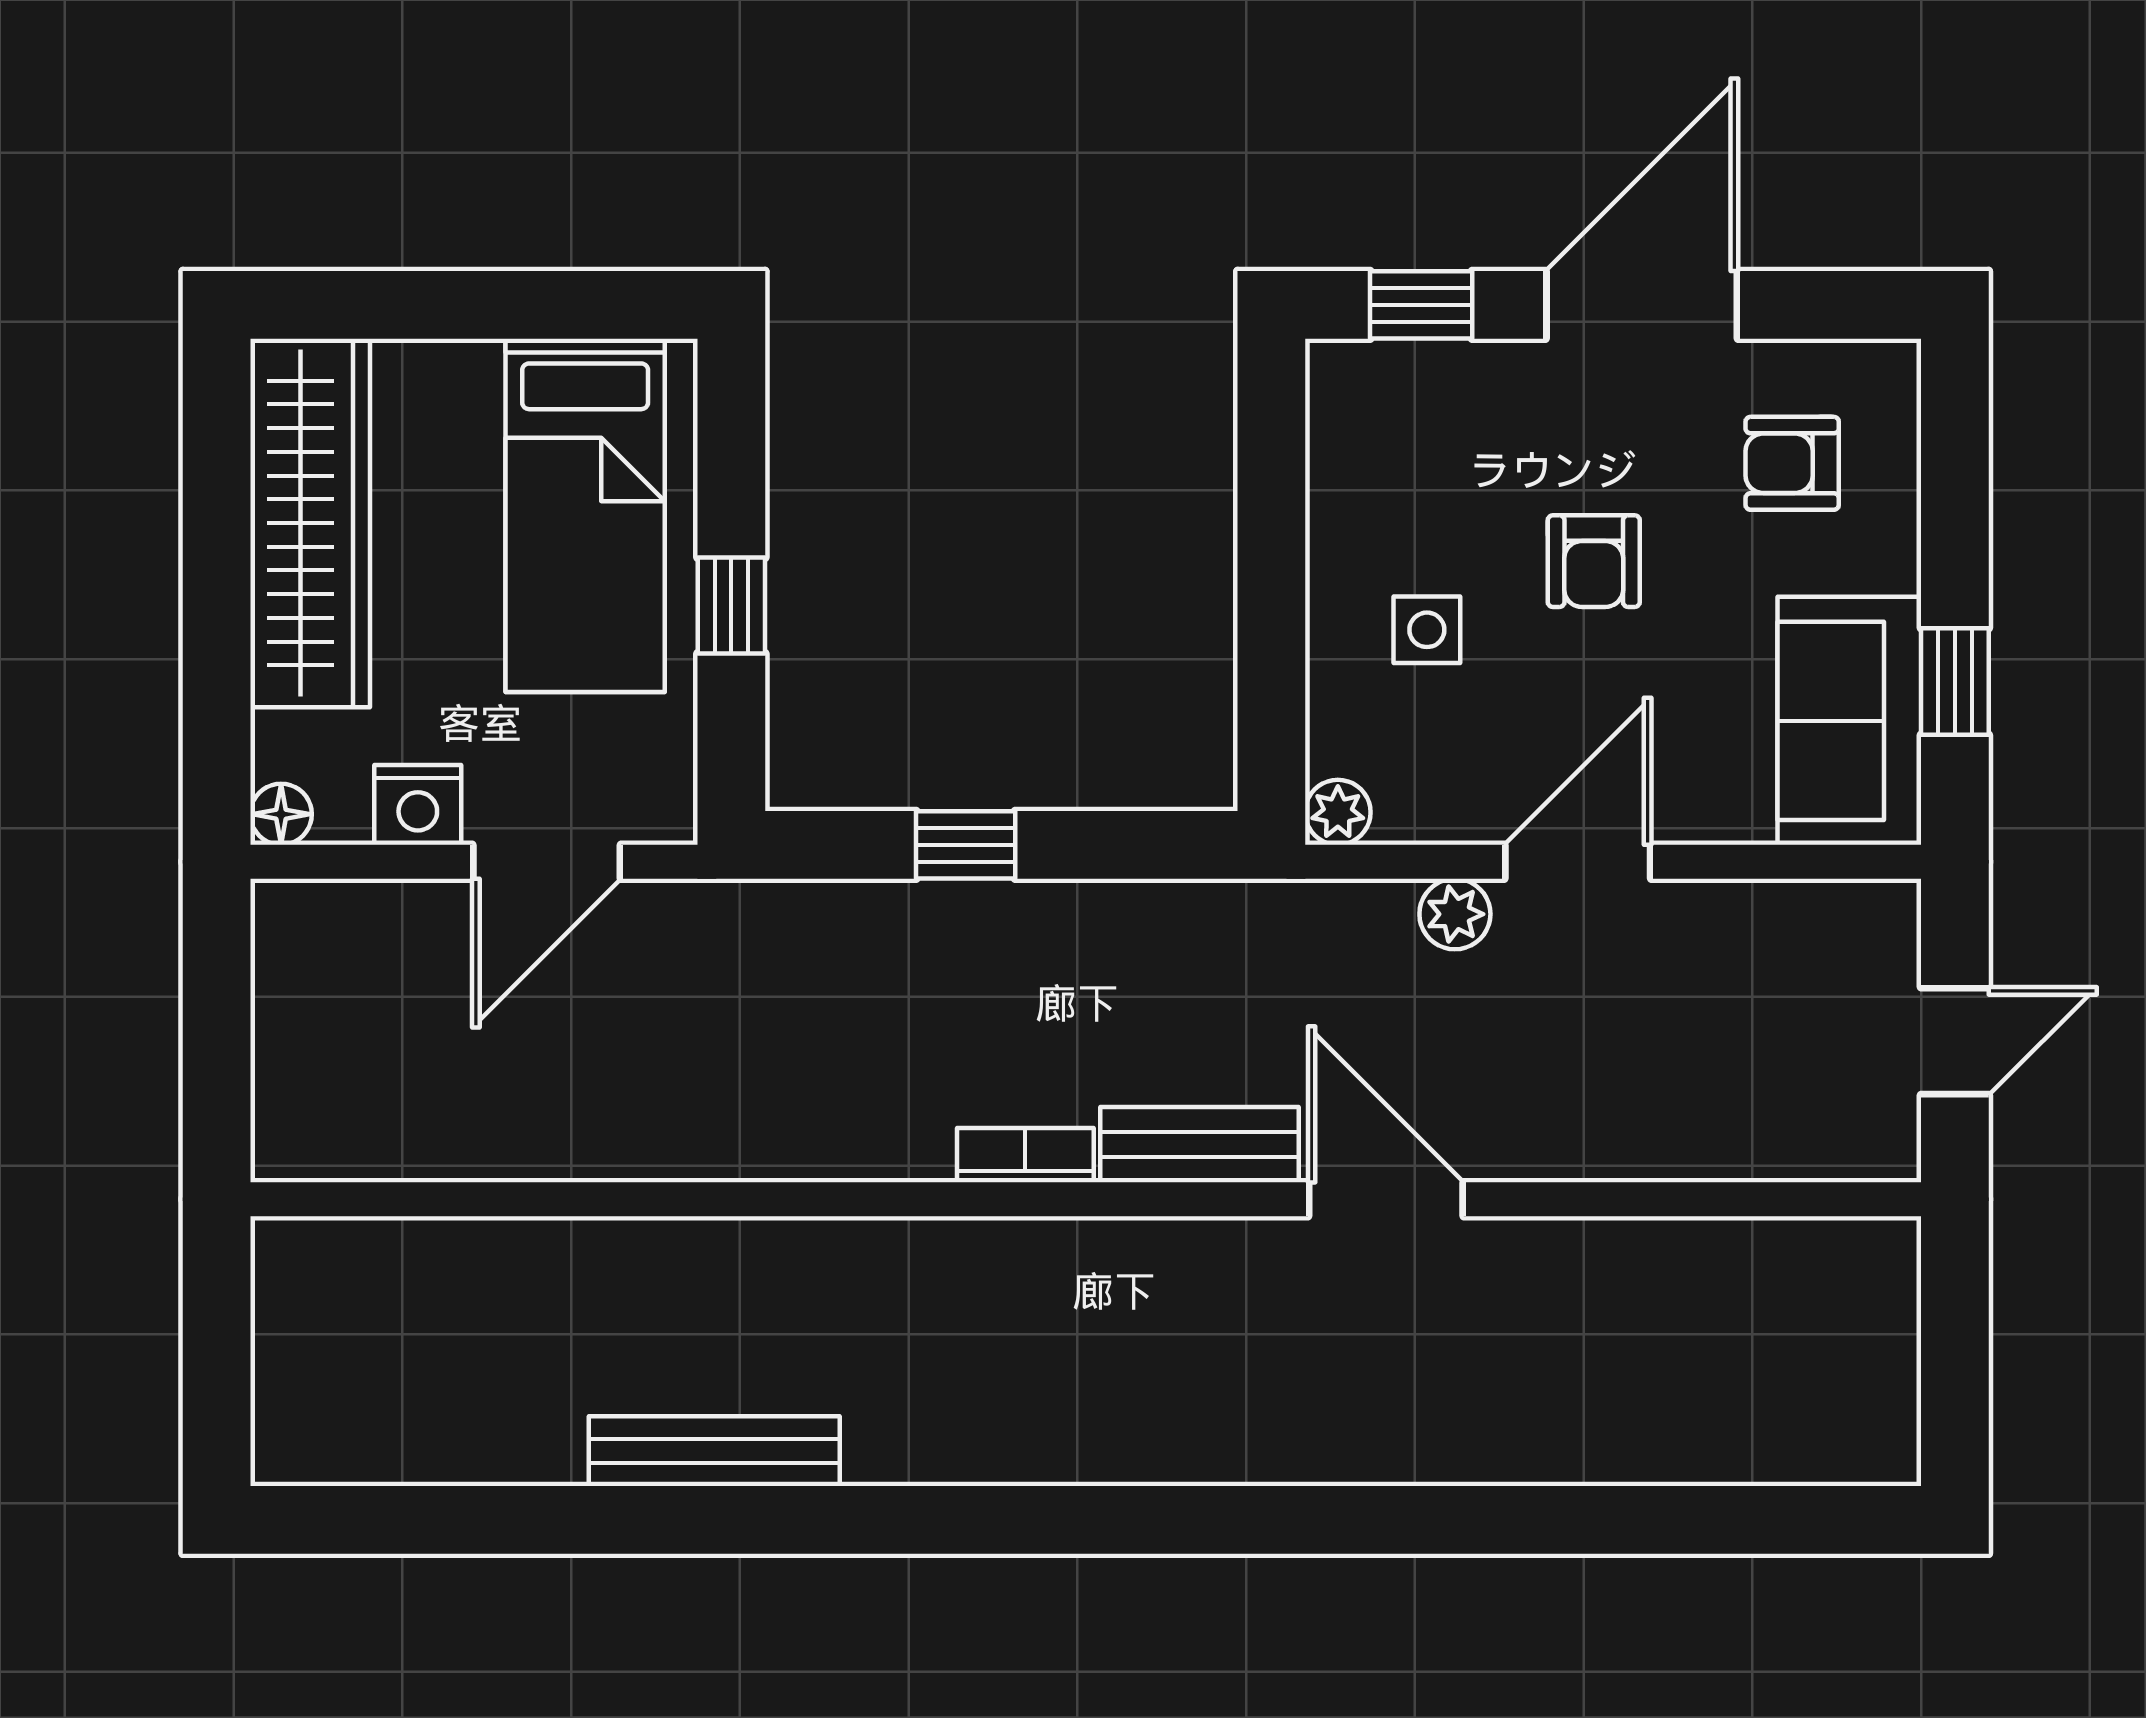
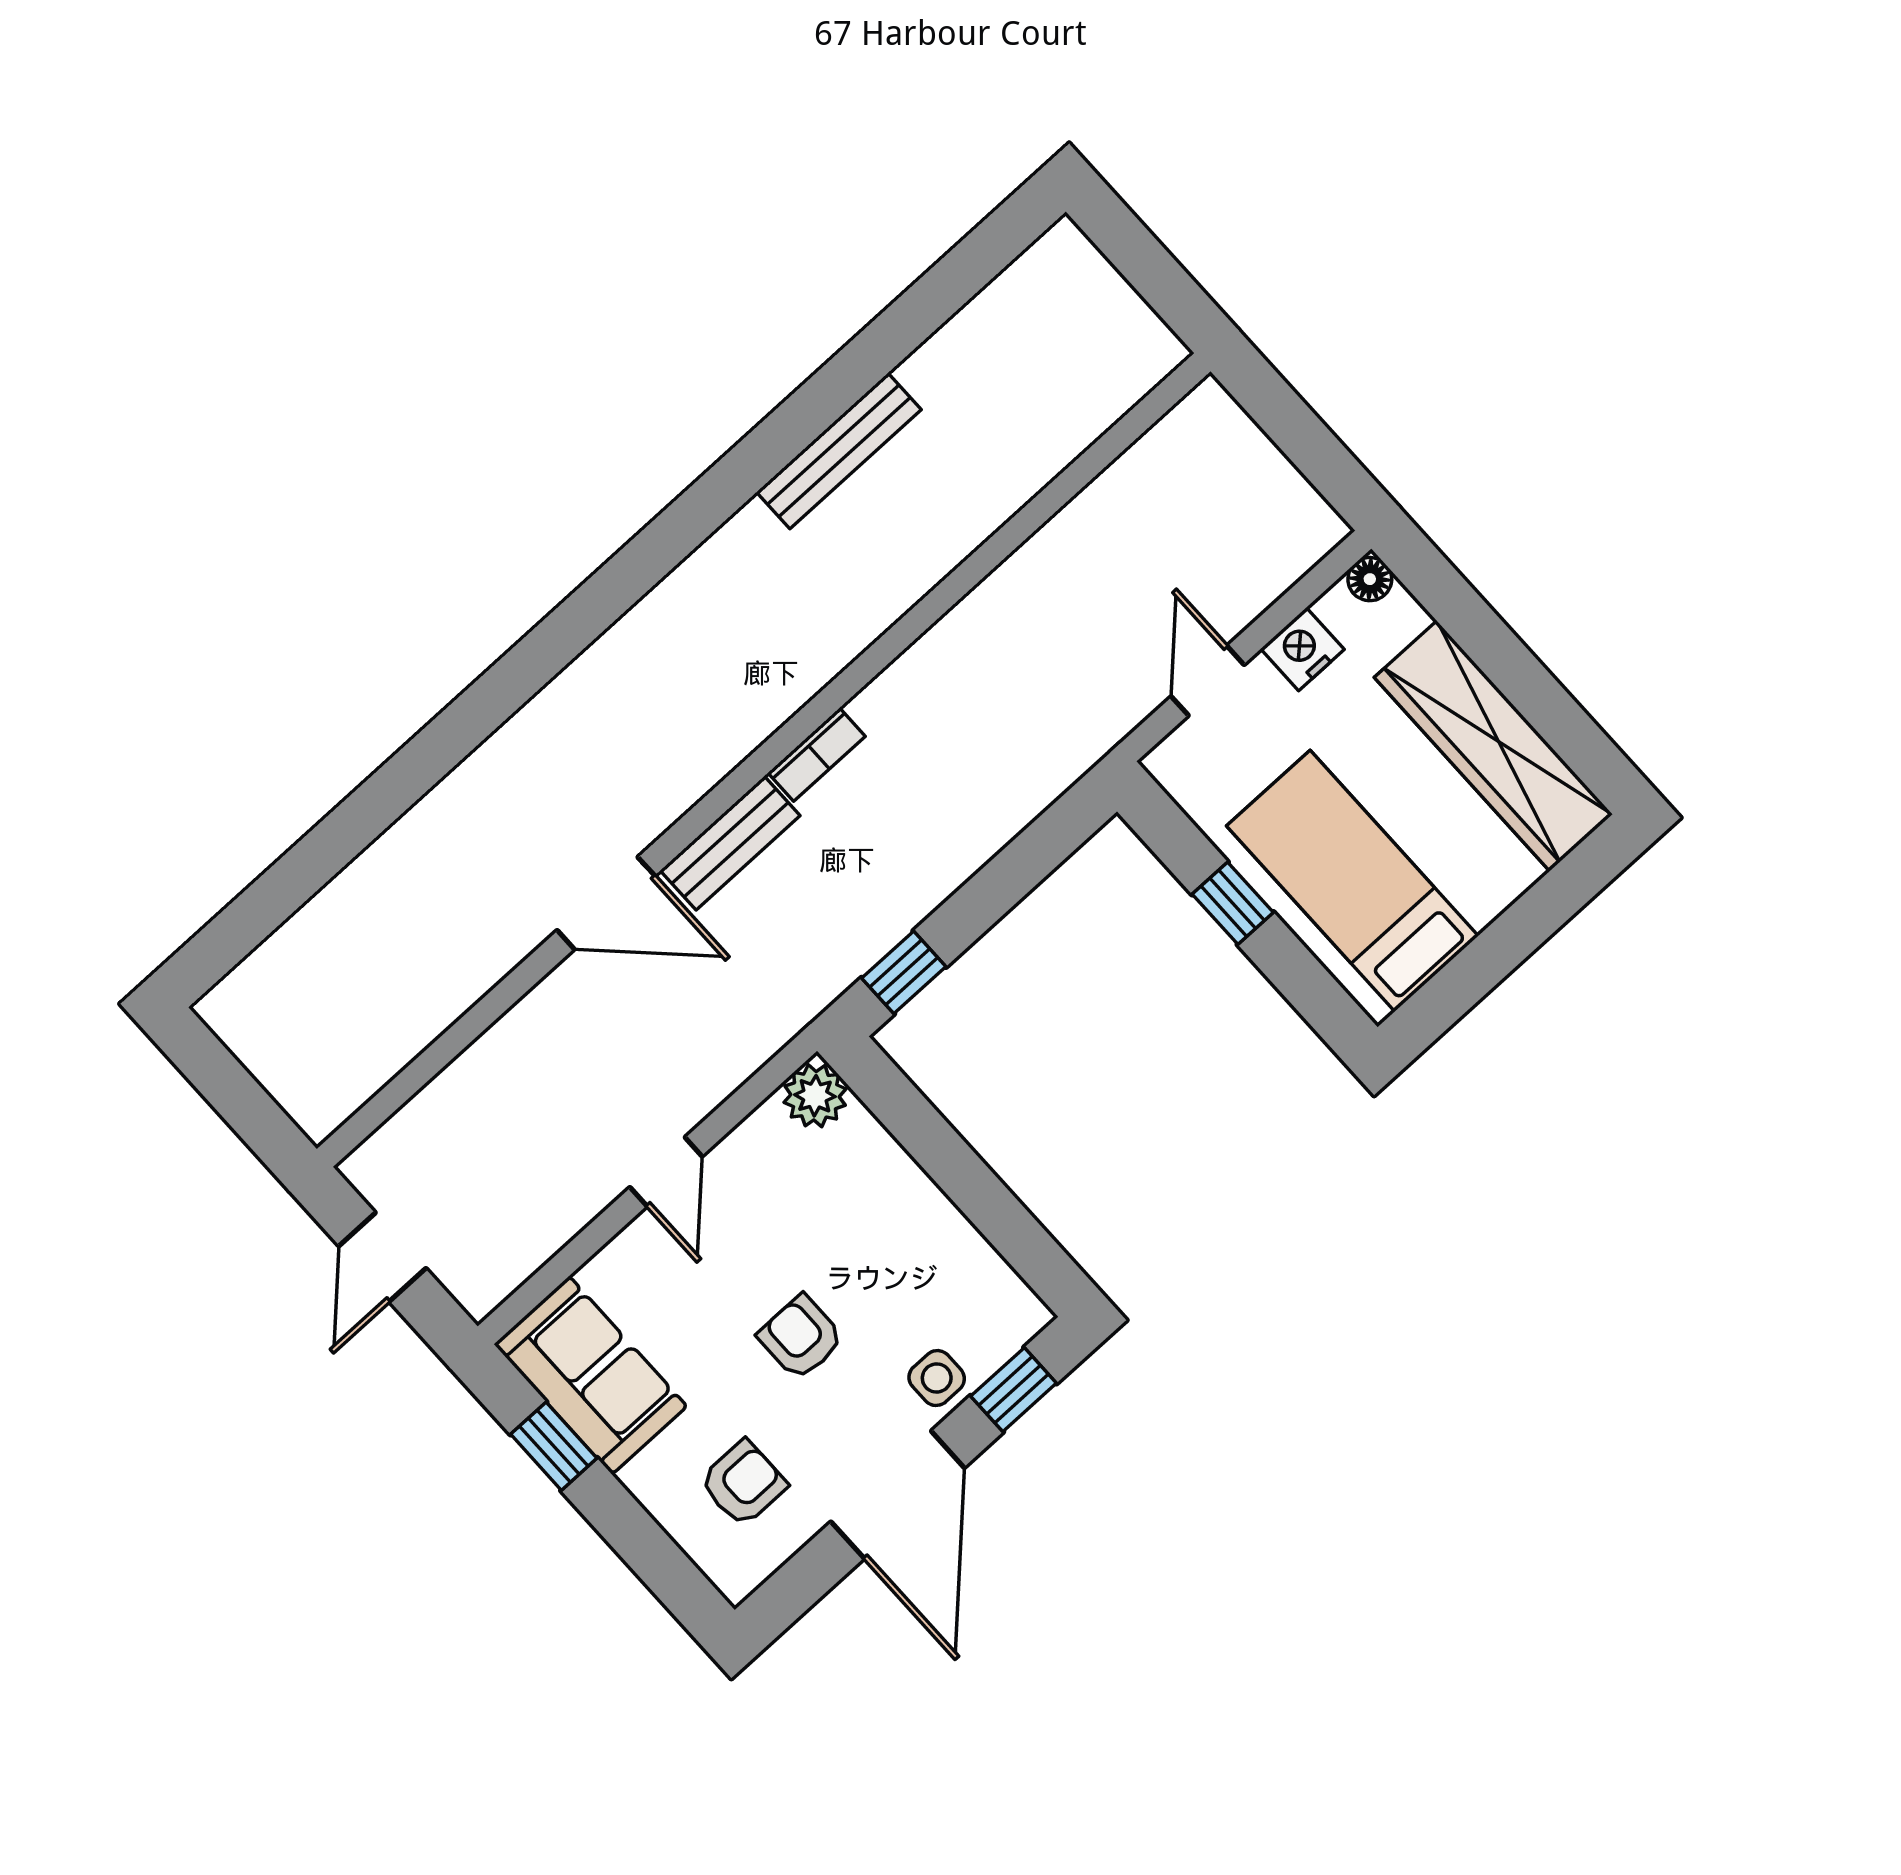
side table: (1427, 630) -> (937, 1378), moved
plant: (1338, 812) -> (815, 1096), width x1.38, depth x1.38
window: (966, 845) -> (904, 972), moved
door: (547, 862) -> (1208, 681), width x0.73
door: (1578, 862) -> (666, 1172), width x0.73
plant: (1455, 914) -> (706, 1086), removed

